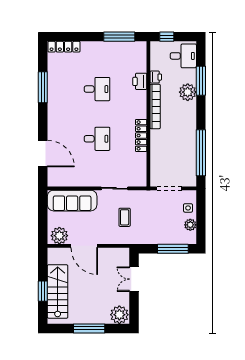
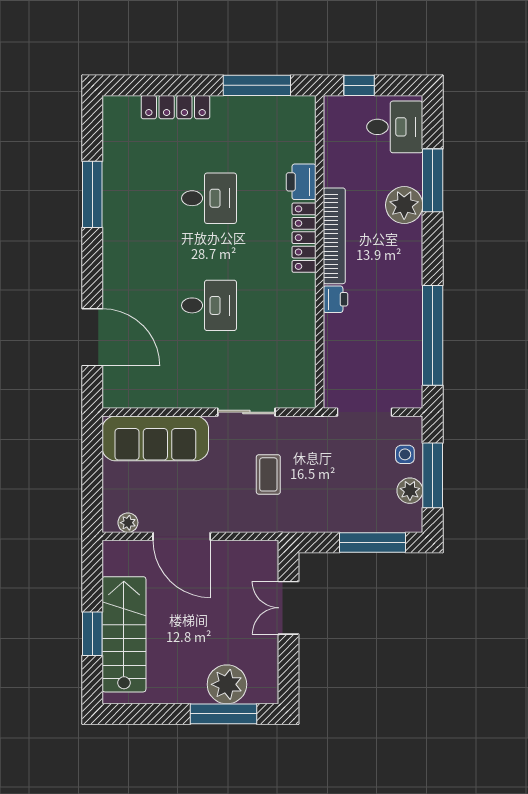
locker: (64, 47) -> (175, 107), moved
printer: (156, 77) -> (335, 299), moved
locker: (141, 135) -> (304, 238), moved
window: (201, 218) -> (433, 475), added
plant: (59, 236) -> (128, 523), width x0.53, depth x0.53
plant: (119, 315) -> (227, 684), moved
window: (89, 328) -> (224, 714), moved

